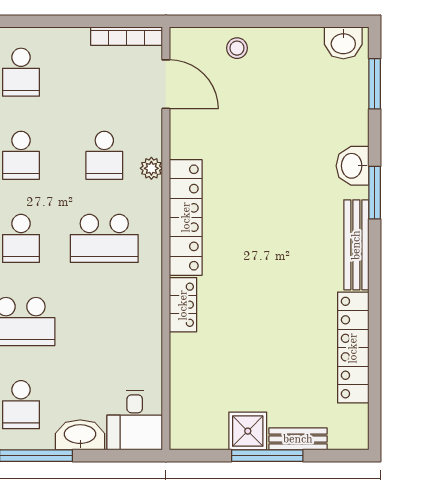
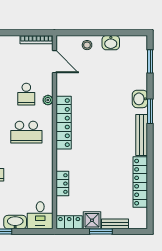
washbasin: (343, 43) -> (111, 43), moved
locker: (183, 305) -> (62, 184), moved
locker: (198, 436) -> (69, 222), added
window: (267, 456) -> (101, 232), width x0.69

